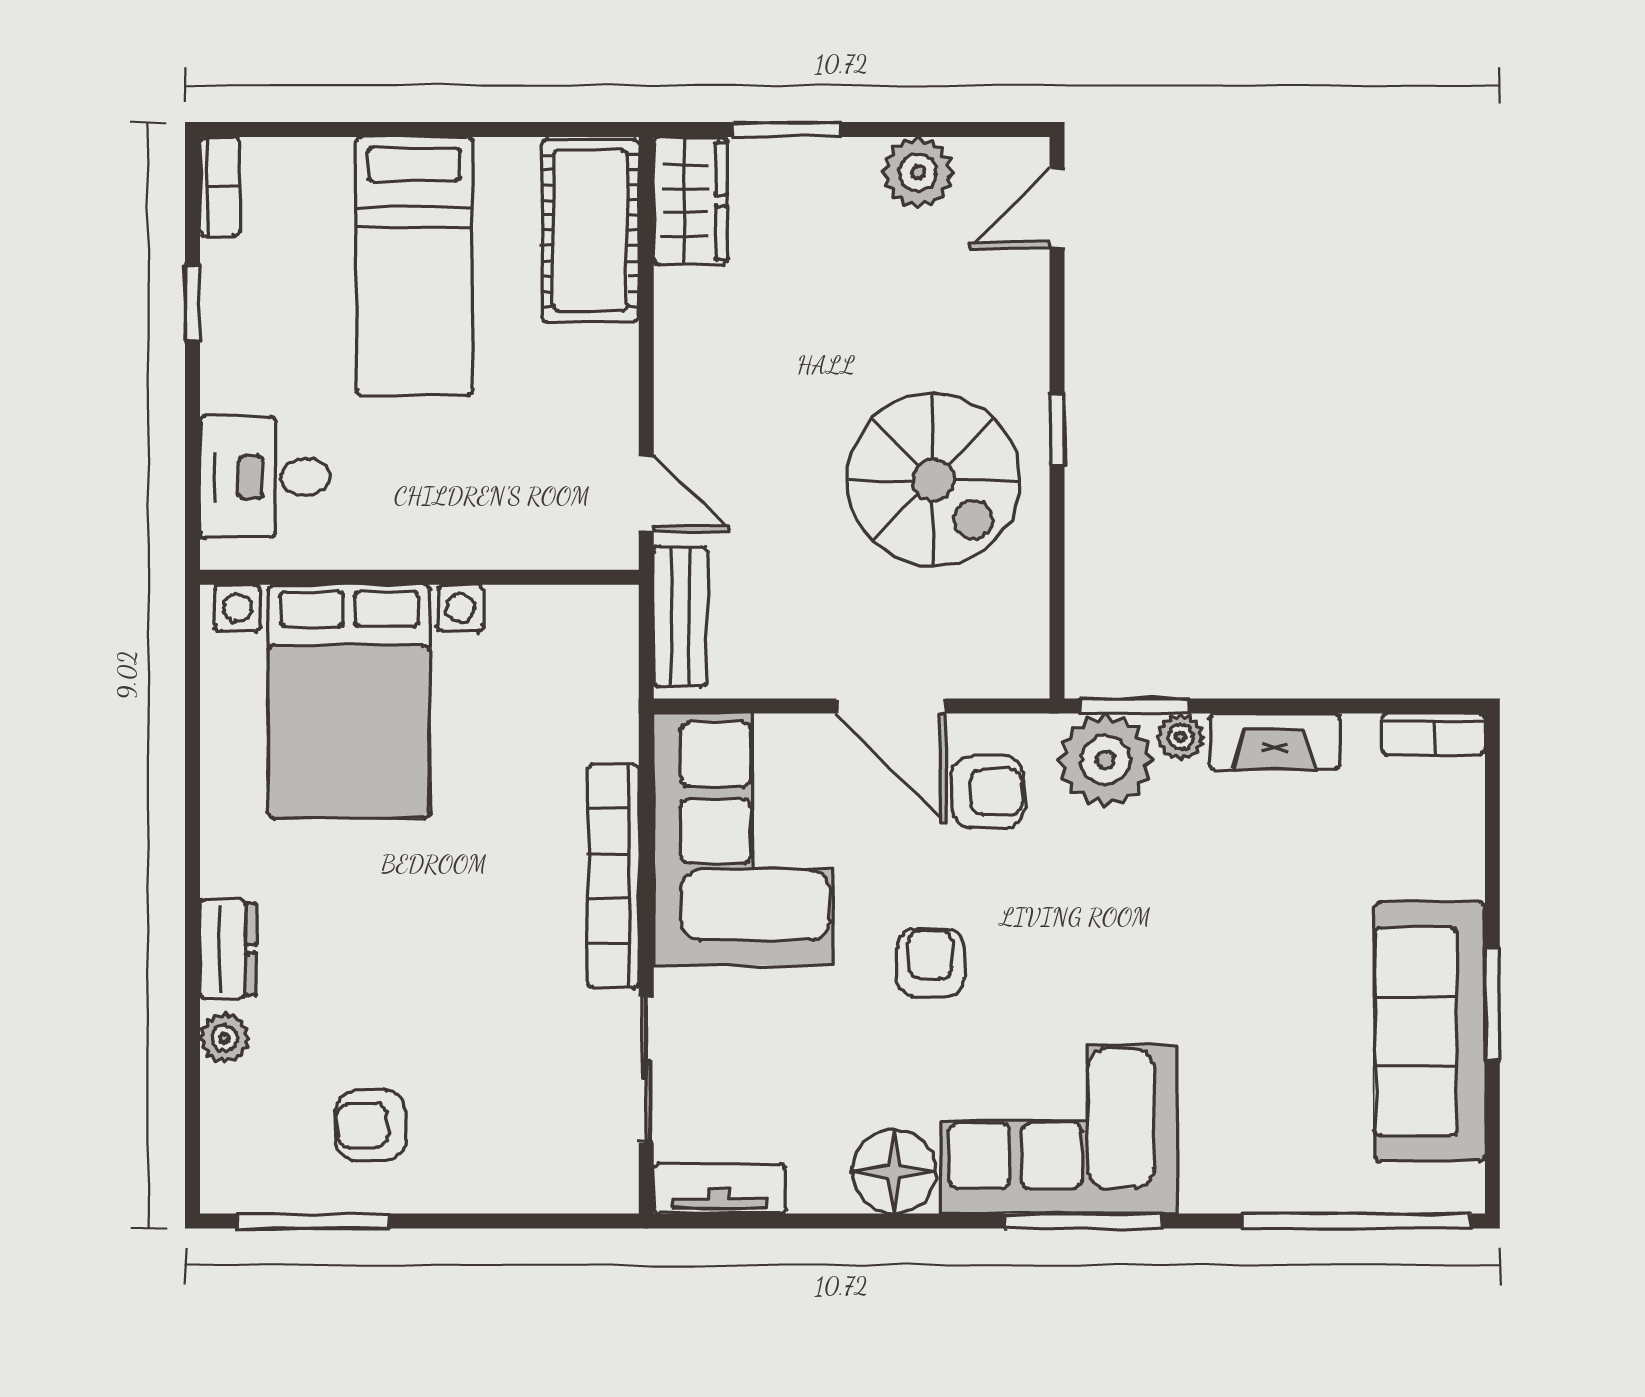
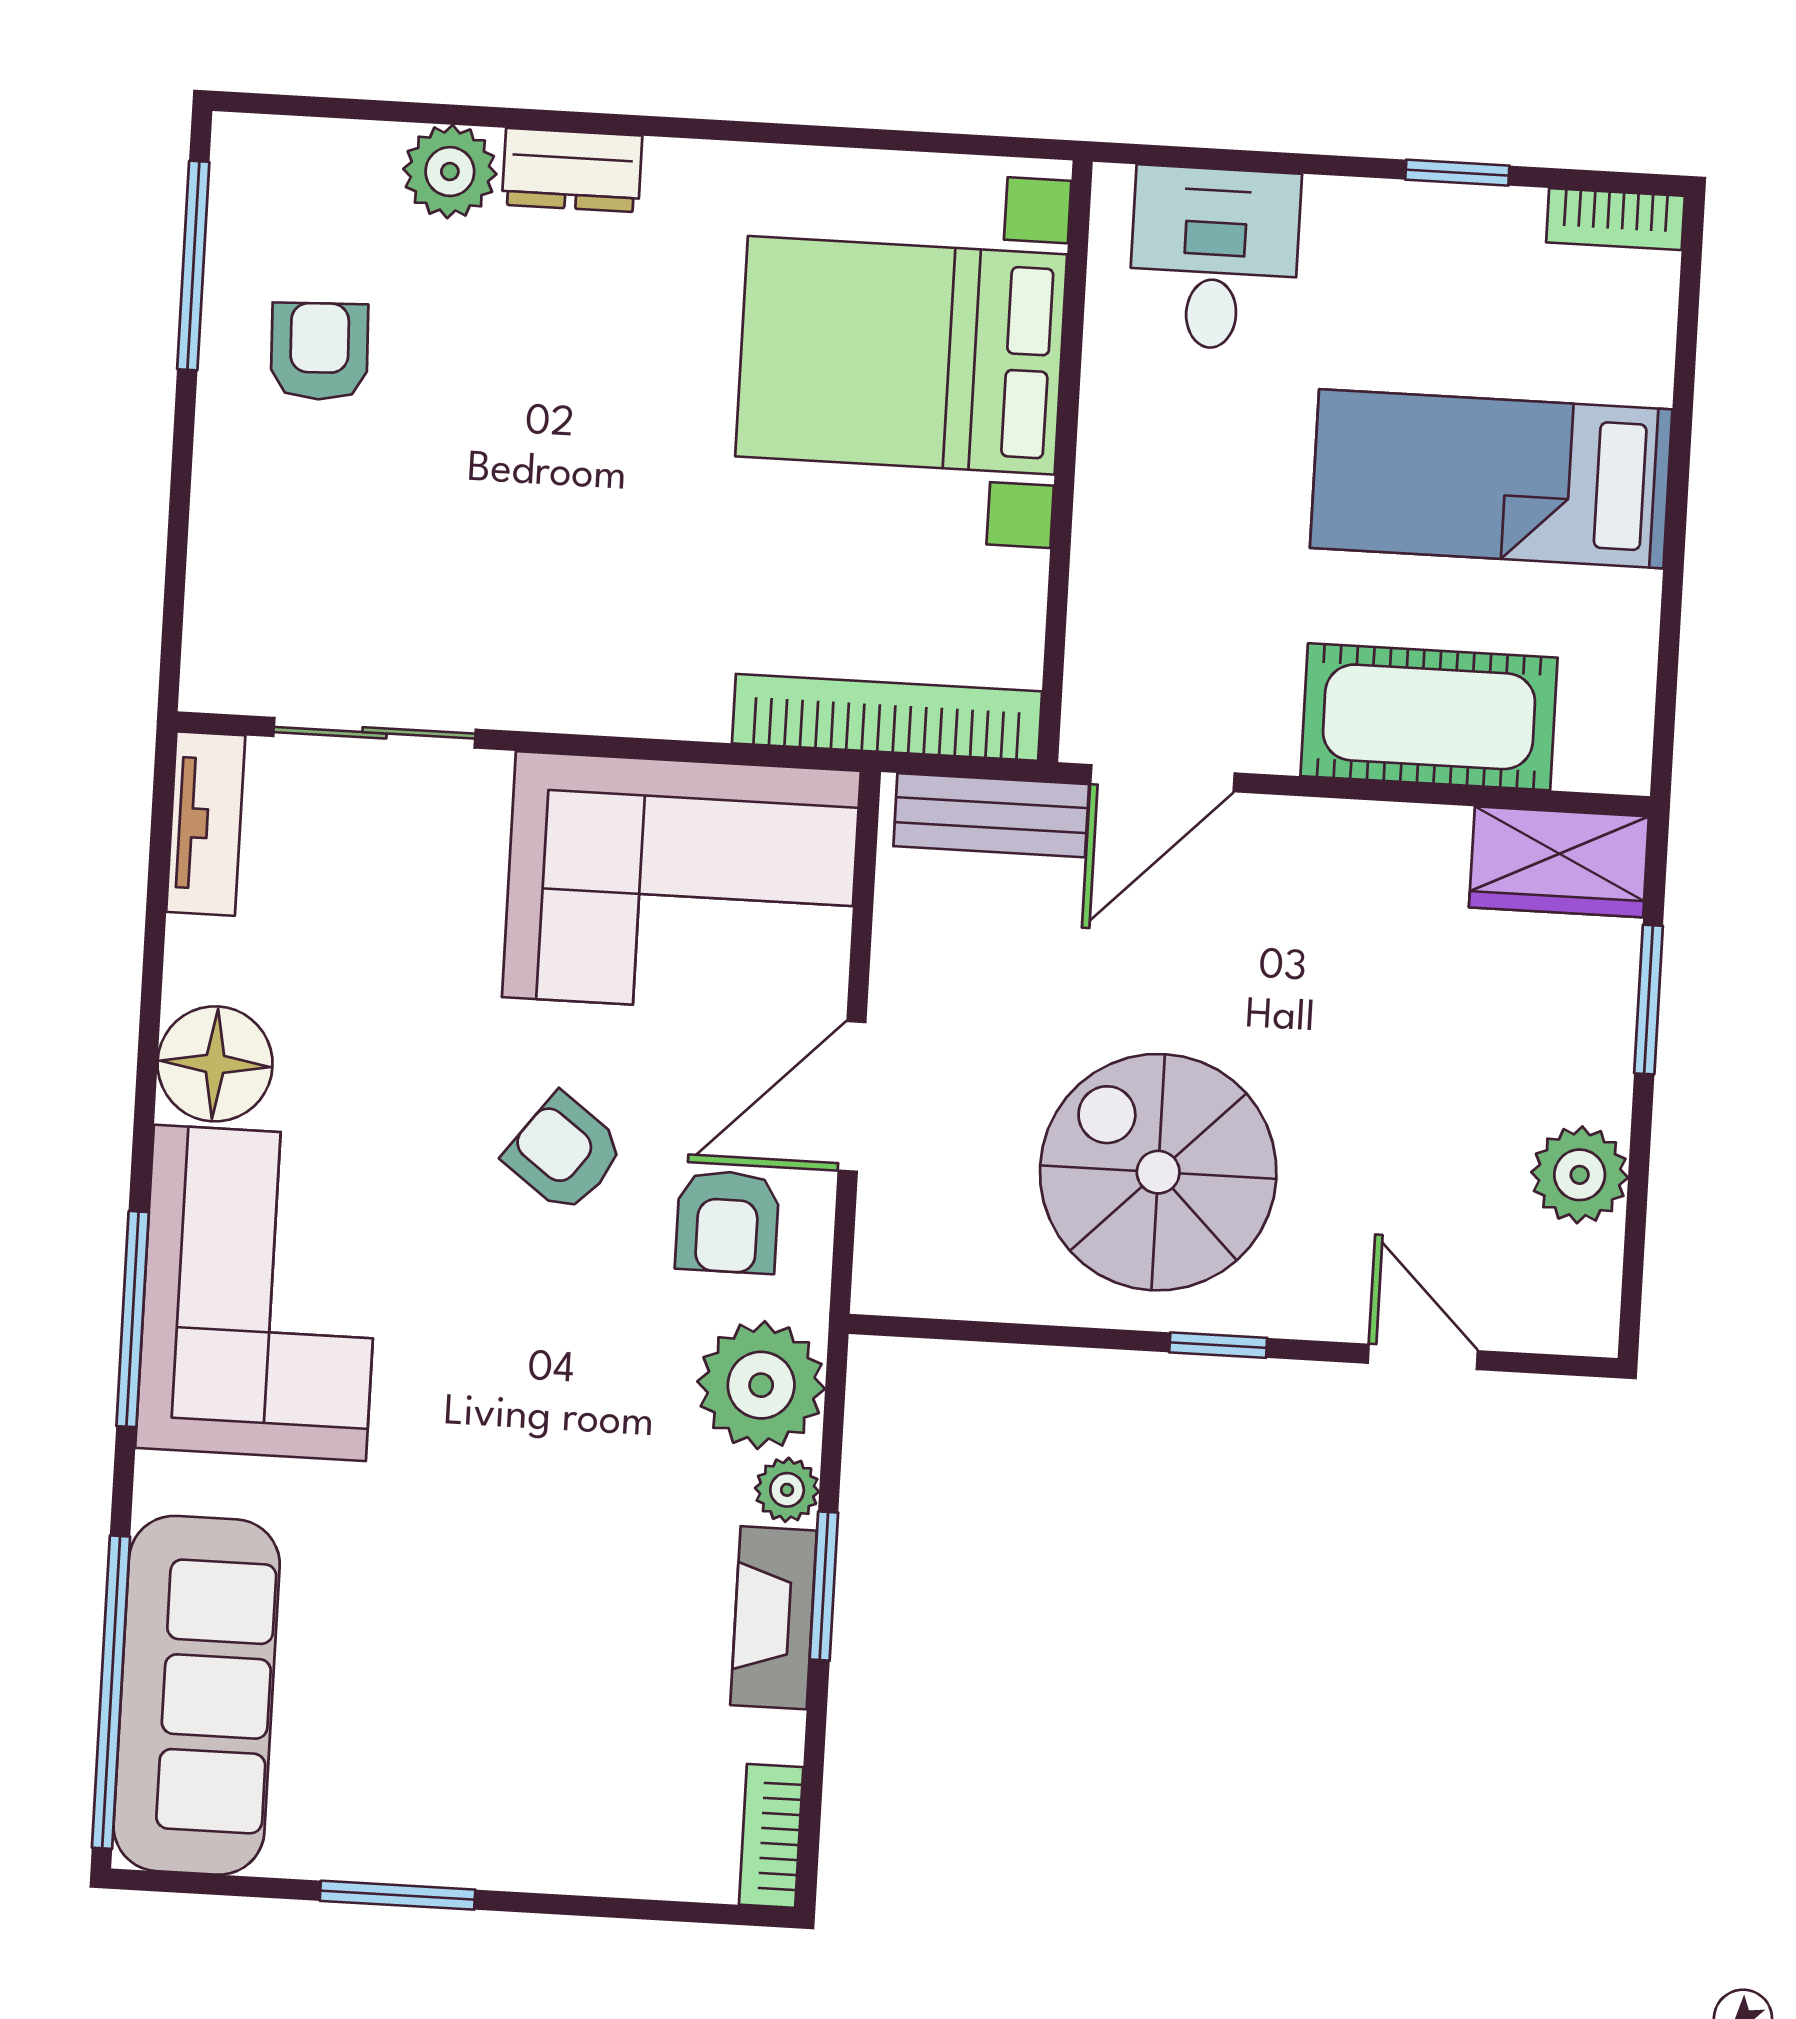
door: (1057, 208) -> (1423, 1357), moved
cot: (590, 231) -> (1429, 717), moved
spiral stairs: (933, 480) -> (1158, 1172), turned 90
door: (646, 493) -> (1163, 778), width x1.38
window: (1134, 706) -> (824, 1586), moved
bookcase: (613, 876) -> (887, 717), moved
armchair: (931, 963) -> (564, 1153), moved, turned -143
sofa: (1430, 1032) -> (197, 1695), moved, turned 90
plant: (225, 1038) -> (450, 172), width x1.38, depth x1.38

